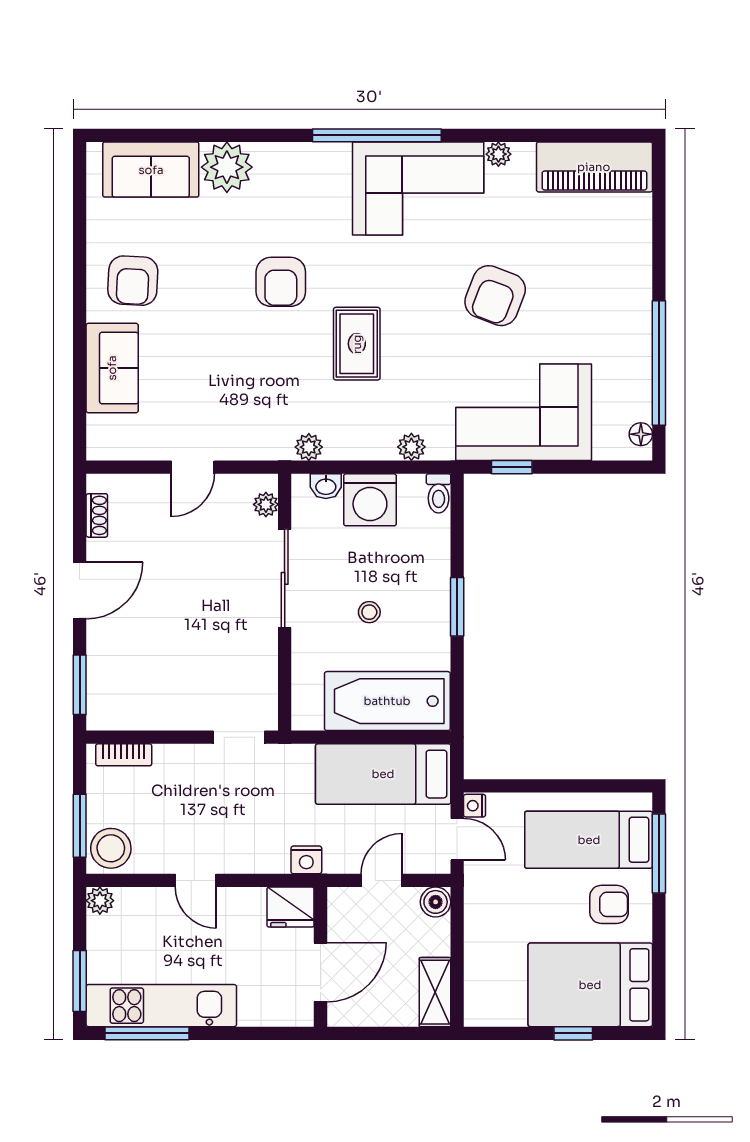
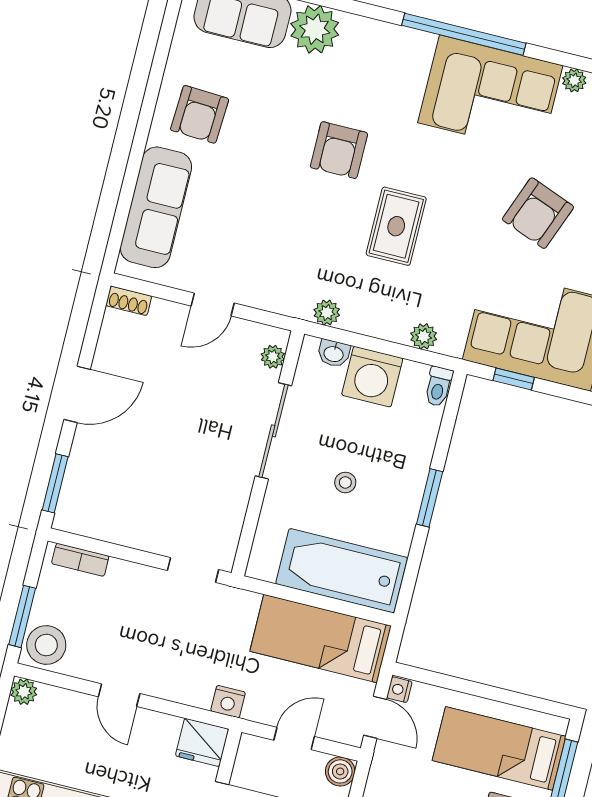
sofa: (112, 368) -> (156, 207), width x1.36
shoe rack: (97, 515) -> (129, 301), moved, turned 90

